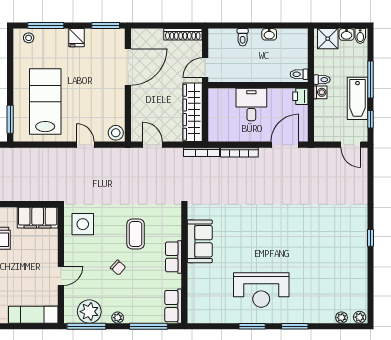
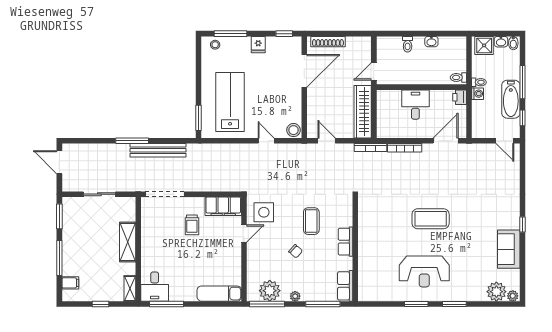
window: (106, 25) -> (284, 34), width x0.67
shoe rack: (183, 34) -> (328, 42), moved
coffee table: (268, 231) -> (431, 219), added
sofa: (200, 241) -> (509, 249), moved, turned 180
door: (61, 276) -> (244, 233), moved
plant: (341, 318) -> (496, 292), width x1.87, depth x1.87

